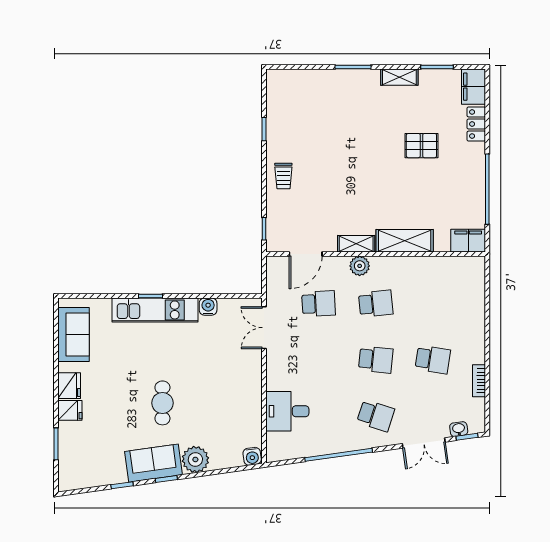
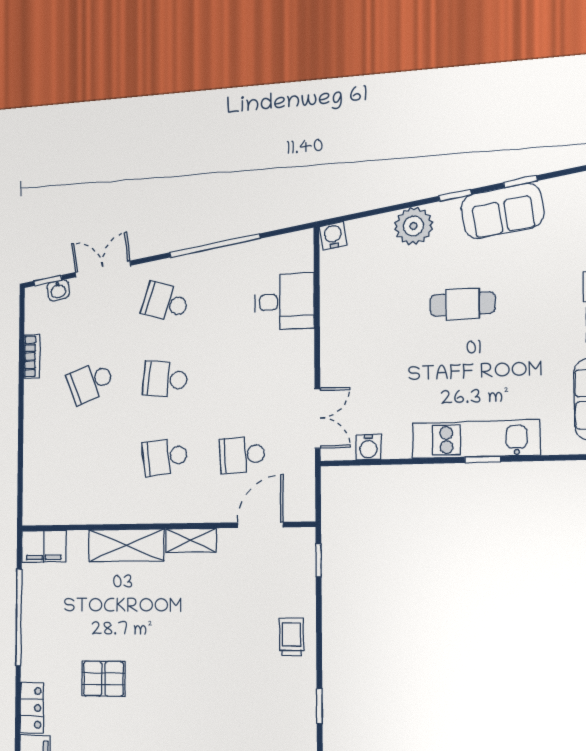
plant: (360, 266) -> (186, 509), removed
water cooler: (208, 307) -> (368, 447), moved
school desk: (433, 360) -> (91, 382), turned -30
cafe table: (162, 403) -> (462, 304), turned 90
sofa: (154, 463) -> (502, 211), moved

